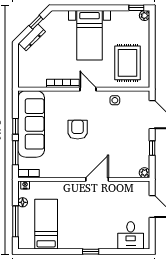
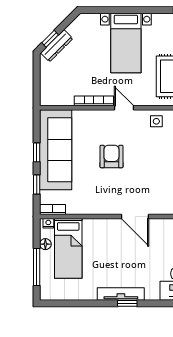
window: (36, 22) -> (50, 39), moved
window: (15, 153) -> (37, 184), width x0.67
door: (97, 179) -> (135, 216), swing flipped
bed: (46, 224) -> (68, 248), moved, turned 180
tv unit: (85, 244) -> (121, 294), added

